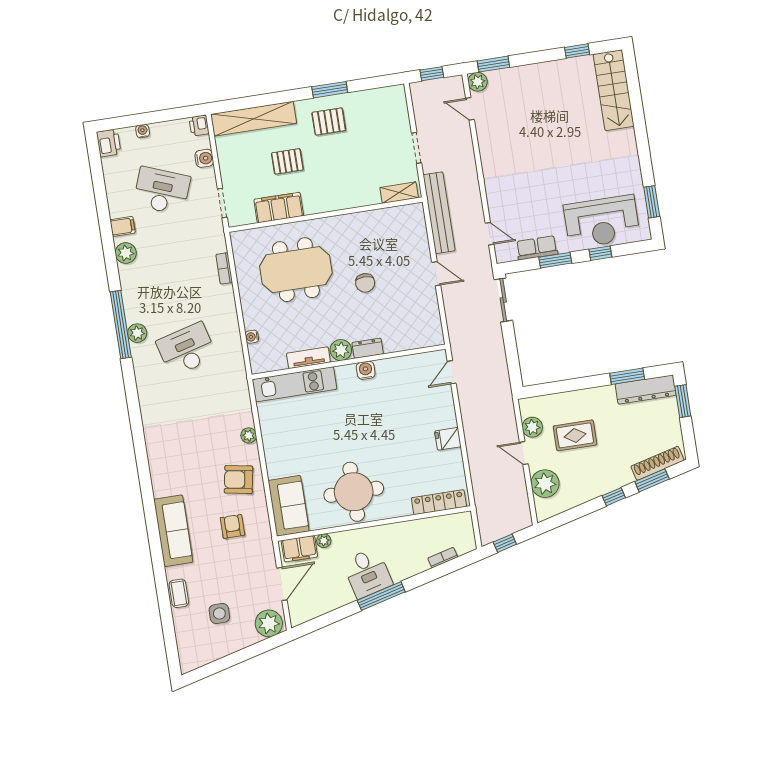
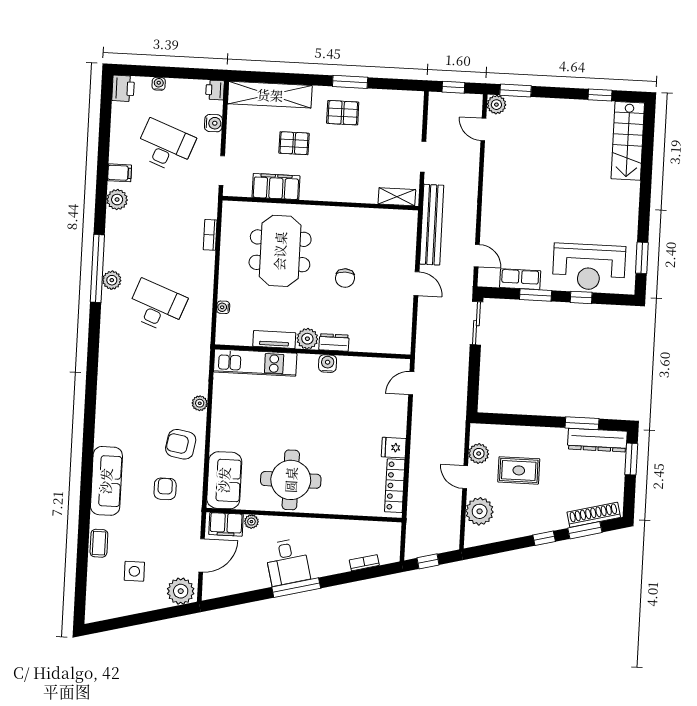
meeting table: (296, 270) -> (280, 251), turned 90
desk: (187, 349) -> (157, 306), turned 36
locker: (439, 502) -> (395, 486), moved, turned -90

